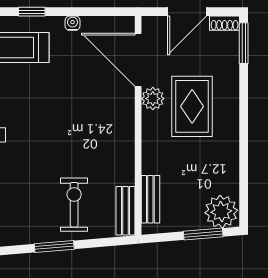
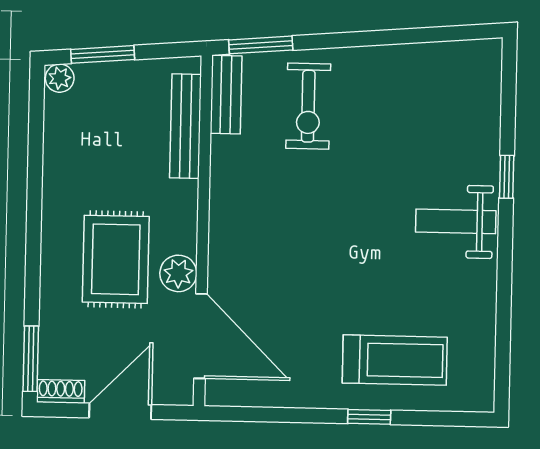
water cooler: (73, 23) -> (304, 397), removed
bench: (150, 199) -> (185, 126), width x1.36
plant: (221, 212) -> (60, 78), width x0.53, depth x0.53
window: (54, 246) -> (261, 45), moved

